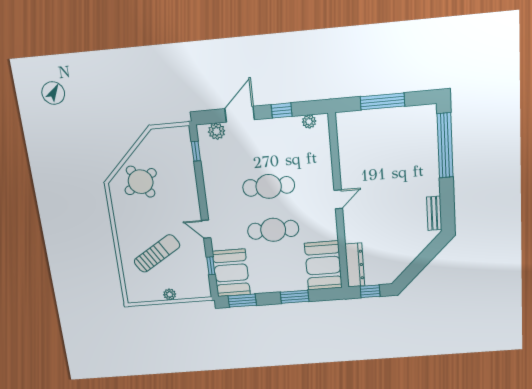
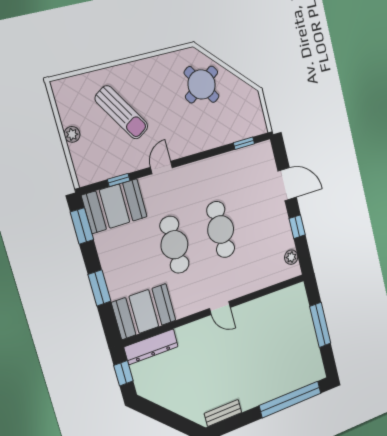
plant: (217, 131) -> (267, 163), removed

